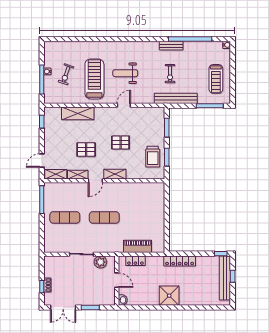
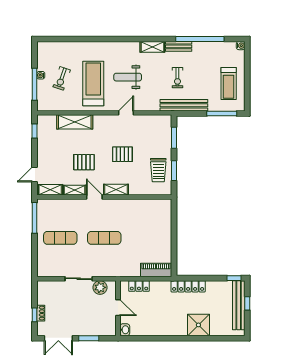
shelving: (148, 46) -> (152, 47), added
door: (95, 181) -> (94, 197), swing flipped
piano: (138, 246) -> (156, 270), moved
shower: (169, 296) -> (198, 325), moved

